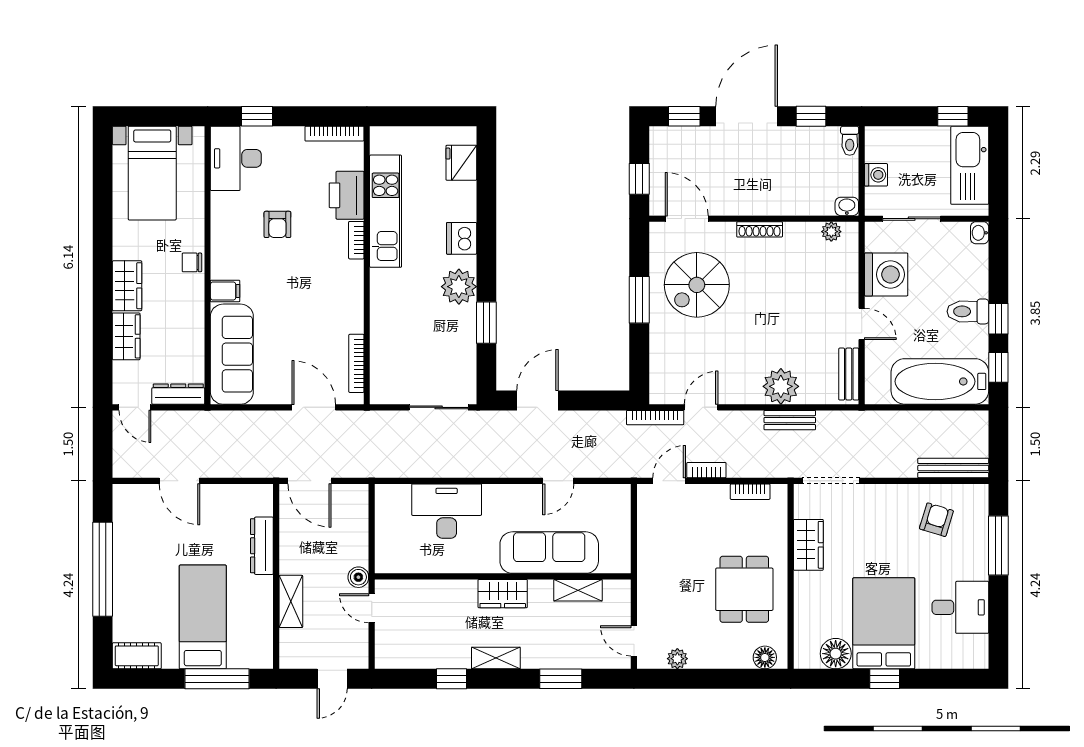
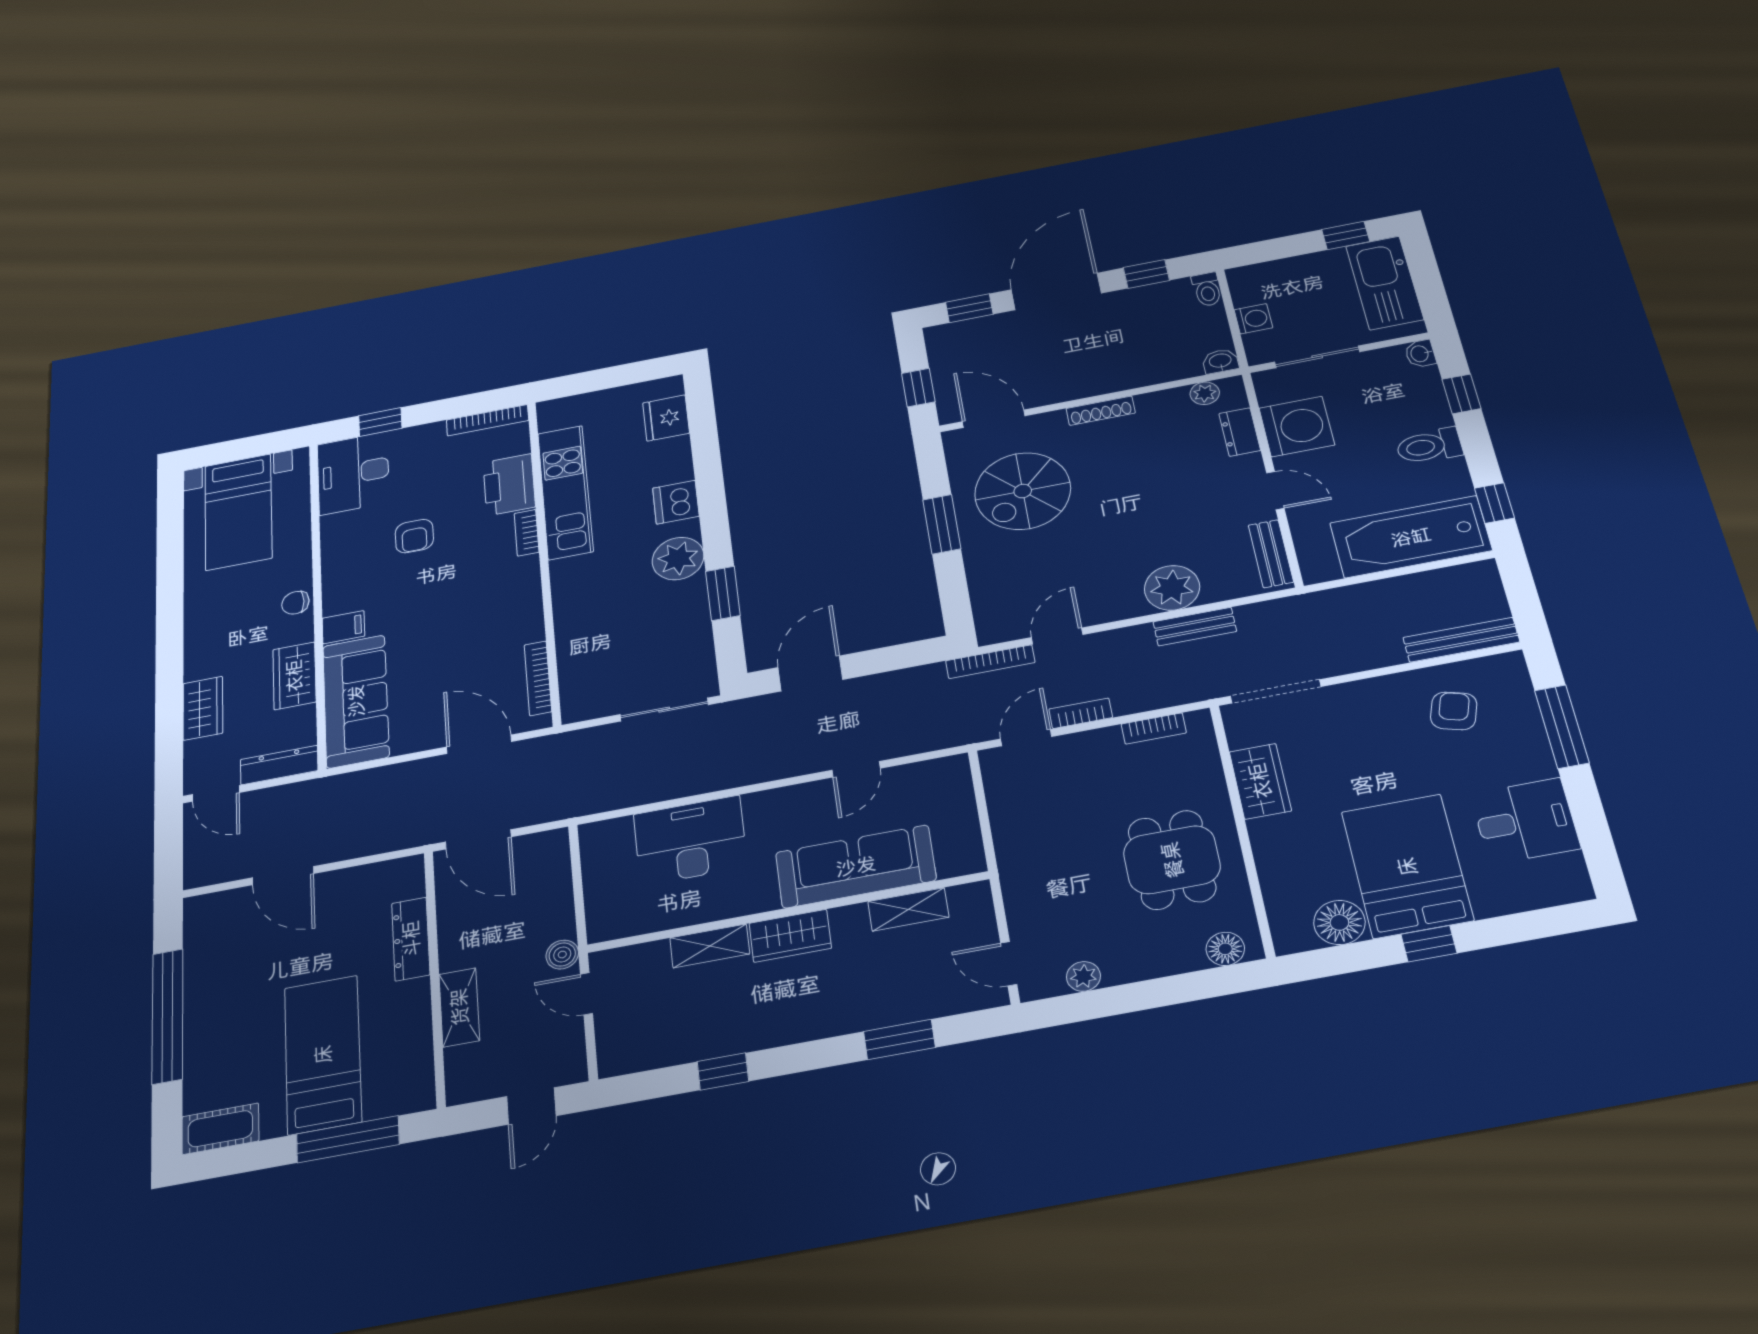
dresser: (848, 270) -> (1240, 432), added
wardrobe: (127, 286) -> (294, 676), moved, turned 180
window: (998, 319) -> (1461, 394), moved
shelving: (496, 658) -> (710, 946), moved

